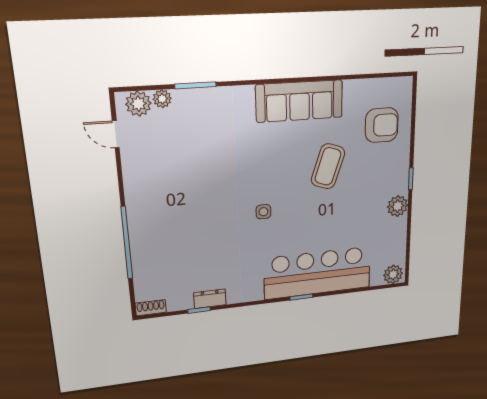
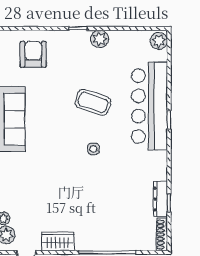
coffee table: (328, 166) -> (93, 102), moved
wardrobe: (136, 177) -> (58, 241), added
dresser: (210, 299) -> (160, 199), width x1.44
shoe rack: (151, 308) -> (162, 235), width x1.43

